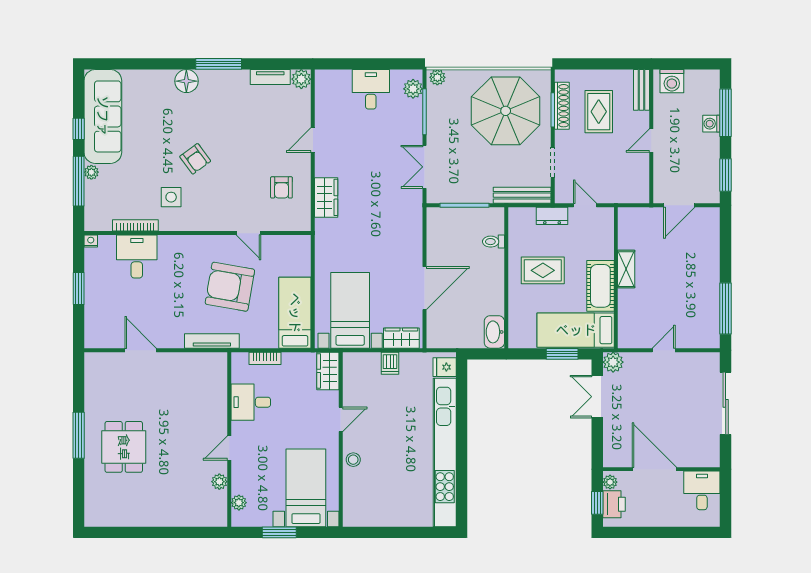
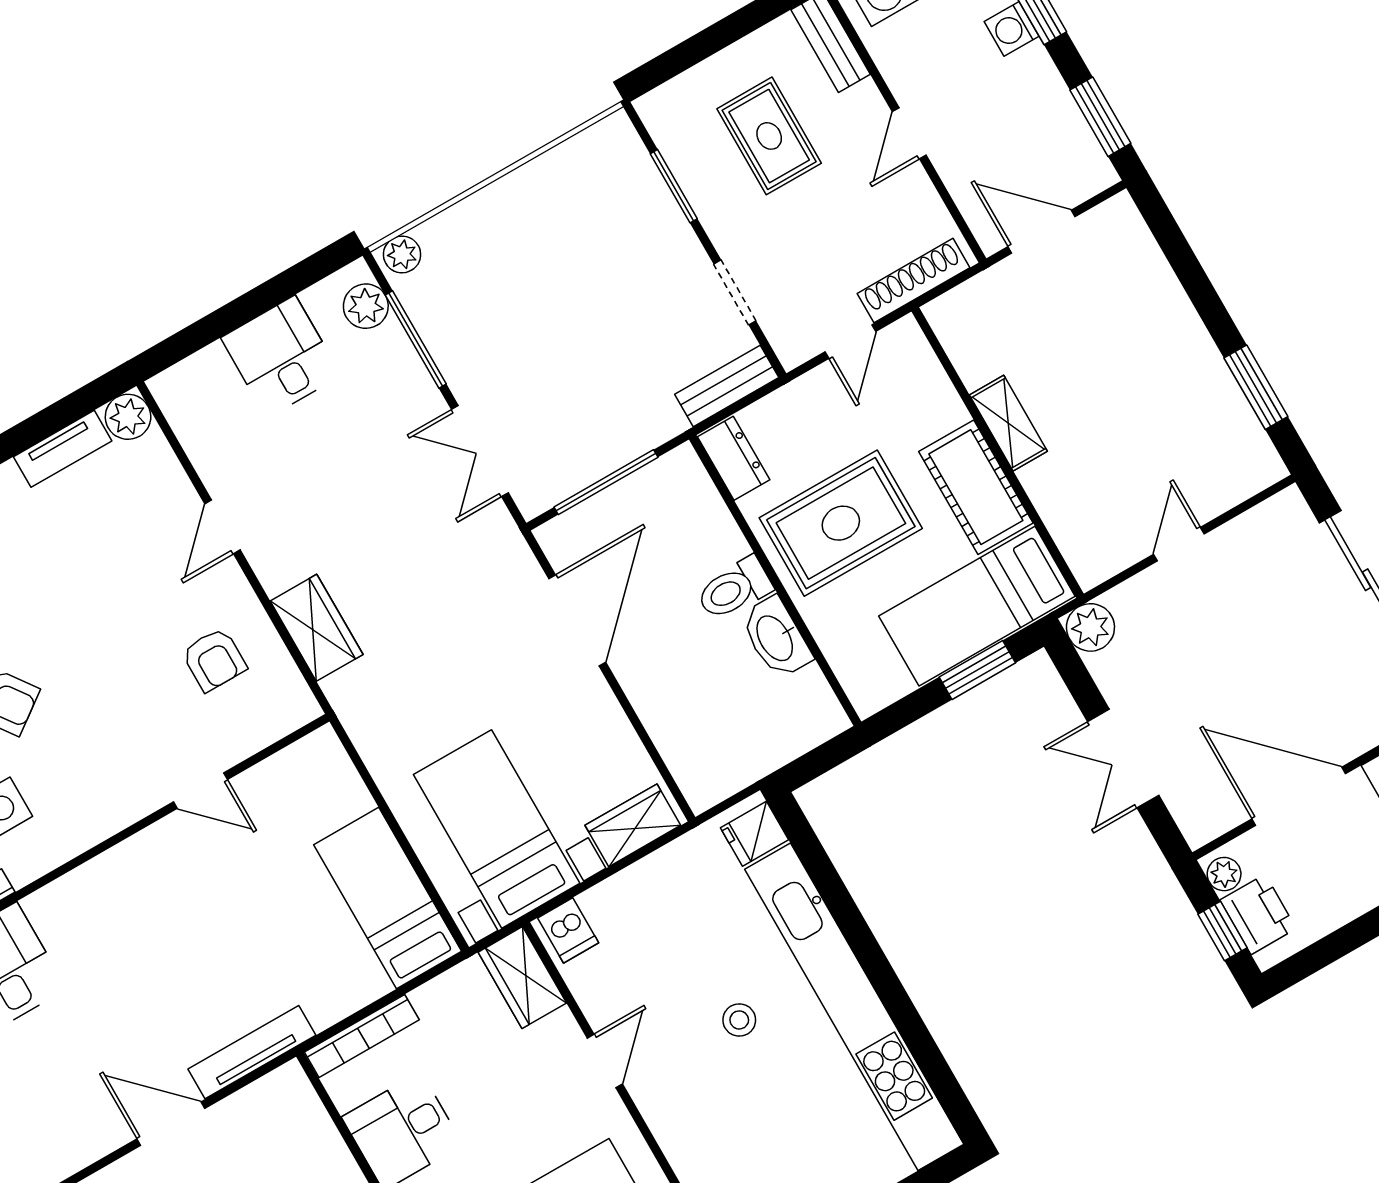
shoe rack: (562, 106) -> (914, 281), moved, turned -90
parasol: (506, 111) -> (579, 243), removed
bench: (522, 195) -> (727, 386), width x0.73
door: (585, 205) -> (850, 342), swing flipped
door: (679, 205) -> (1042, 232), swing flipped
dresser: (552, 216) -> (734, 458), moved, turned -90
toilet: (493, 242) -> (734, 589), moved, width x1.37, depth x1.39
rug: (543, 270) -> (841, 523), width x1.36, depth x1.43
armchair: (230, 287) -> (225, 921), removed
door: (424, 288) -> (577, 620), moved
window: (726, 308) -> (1256, 387), width x0.69
washbasin: (494, 332) -> (776, 638), moved
door: (141, 350) -> (171, 1124), moved
bookcase: (265, 358) -> (362, 1036), width x1.56
dishwasher: (390, 363) -> (568, 930), moved
double door: (597, 397) -> (1123, 758), moved
stool: (353, 460) -> (739, 1020), moved

